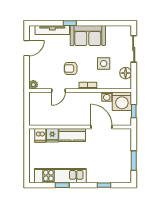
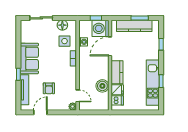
door: (27, 48) -> (40, 112), hinge flipped
side table: (104, 64) -> (65, 41), moved
armchair: (71, 69) -> (49, 88), moved
door: (58, 90) -> (78, 96), moved
washing machine: (122, 101) -> (100, 28), moved, turned 180
boiler: (57, 118) -> (102, 86), added
kitchen counter: (125, 155) -> (134, 26), added

